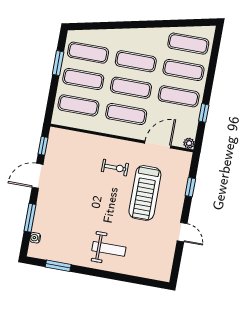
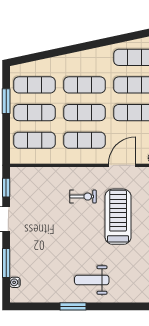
treadmill: (145, 193) -> (118, 217), turned 180
weight bench: (109, 249) -> (92, 280), turned 180
window: (58, 266) -> (73, 306), moved

